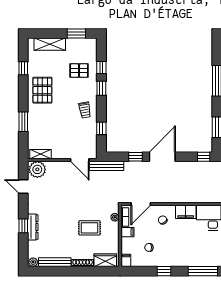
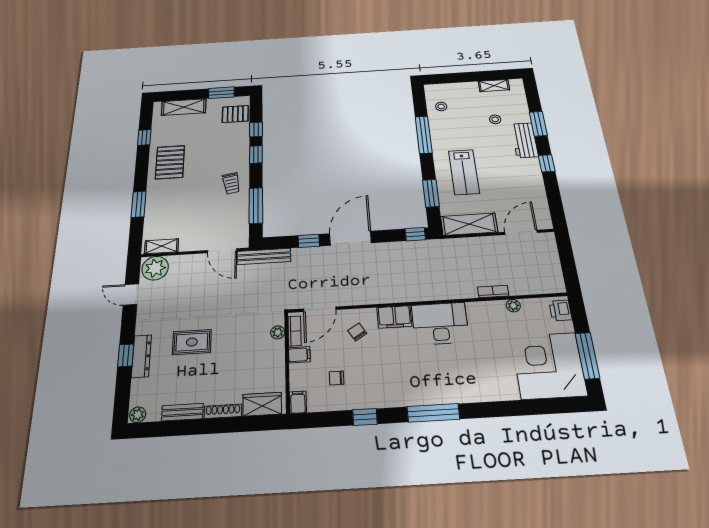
pallet: (79, 71) -> (235, 114), moved
window: (101, 128) -> (256, 206), width x2.17
rug: (90, 228) -> (192, 342), moved
bench: (55, 262) -> (182, 412), width x0.73

